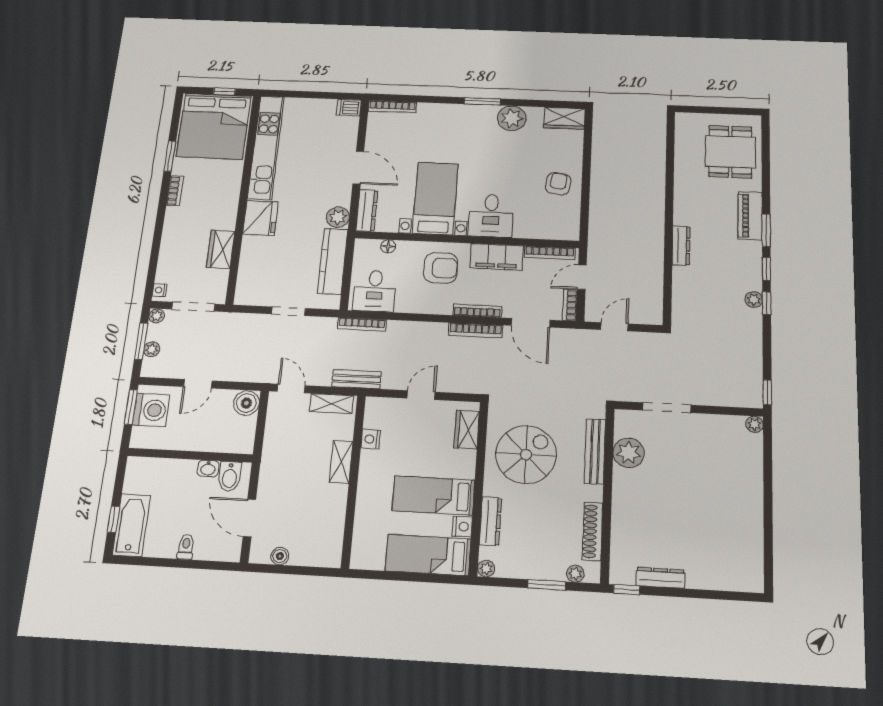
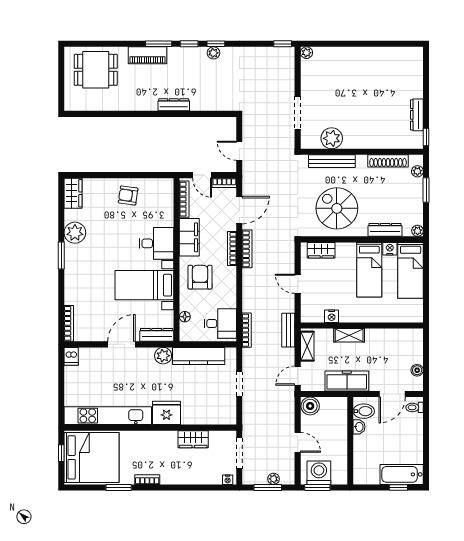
plant: (157, 316) -> (248, 479), removed
freezer: (276, 455) -> (347, 381), added
toilet: (186, 547) -> (415, 407), moved

